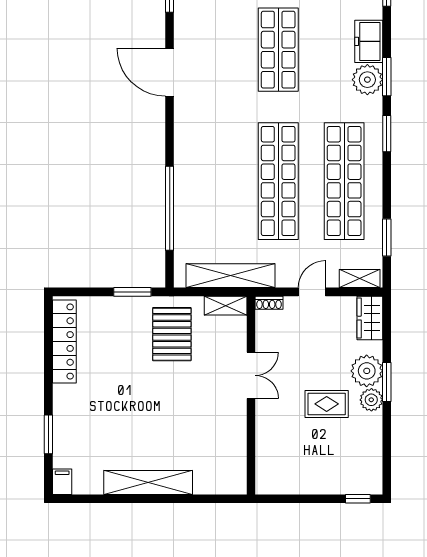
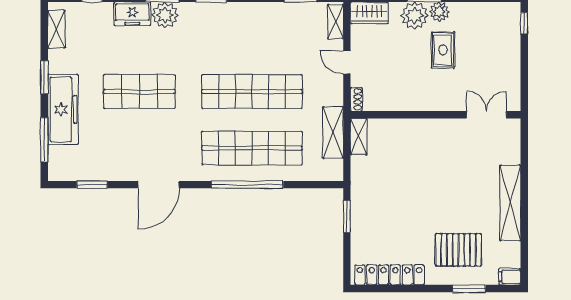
shop shelf: (344, 181) -> (252, 148), moved
window: (170, 208) -> (247, 185), moved
shelving: (230, 276) -> (333, 132), width x0.68
pallet: (172, 334) -> (458, 250), moved
double door: (251, 375) -> (486, 115), moved

